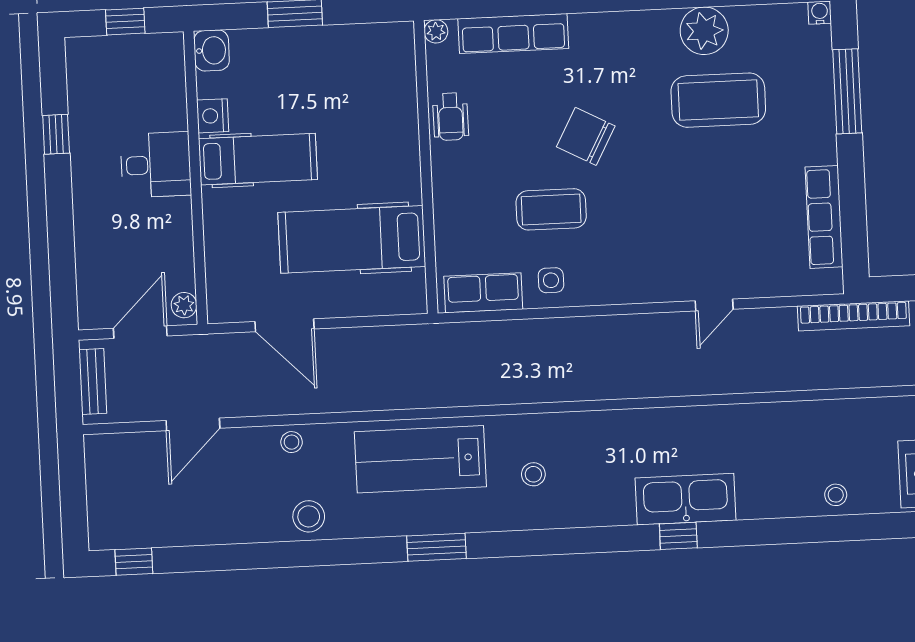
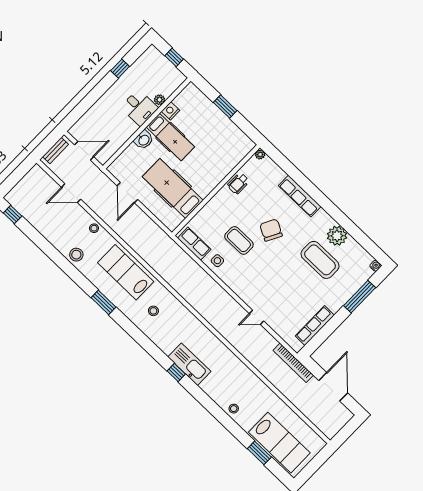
row of seats: (513, 34) -> (300, 196), moved
washbasin: (212, 50) -> (144, 140), moved
plant: (184, 305) -> (160, 100), moved

